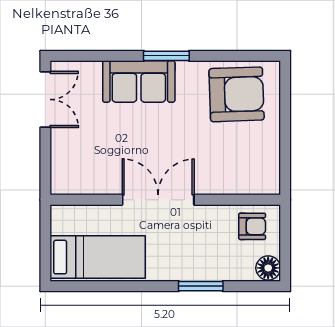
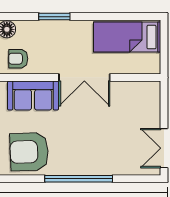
window: (166, 56) -> (79, 179), width x2.11
sofa: (139, 81) -> (33, 95), moved, turned 180

